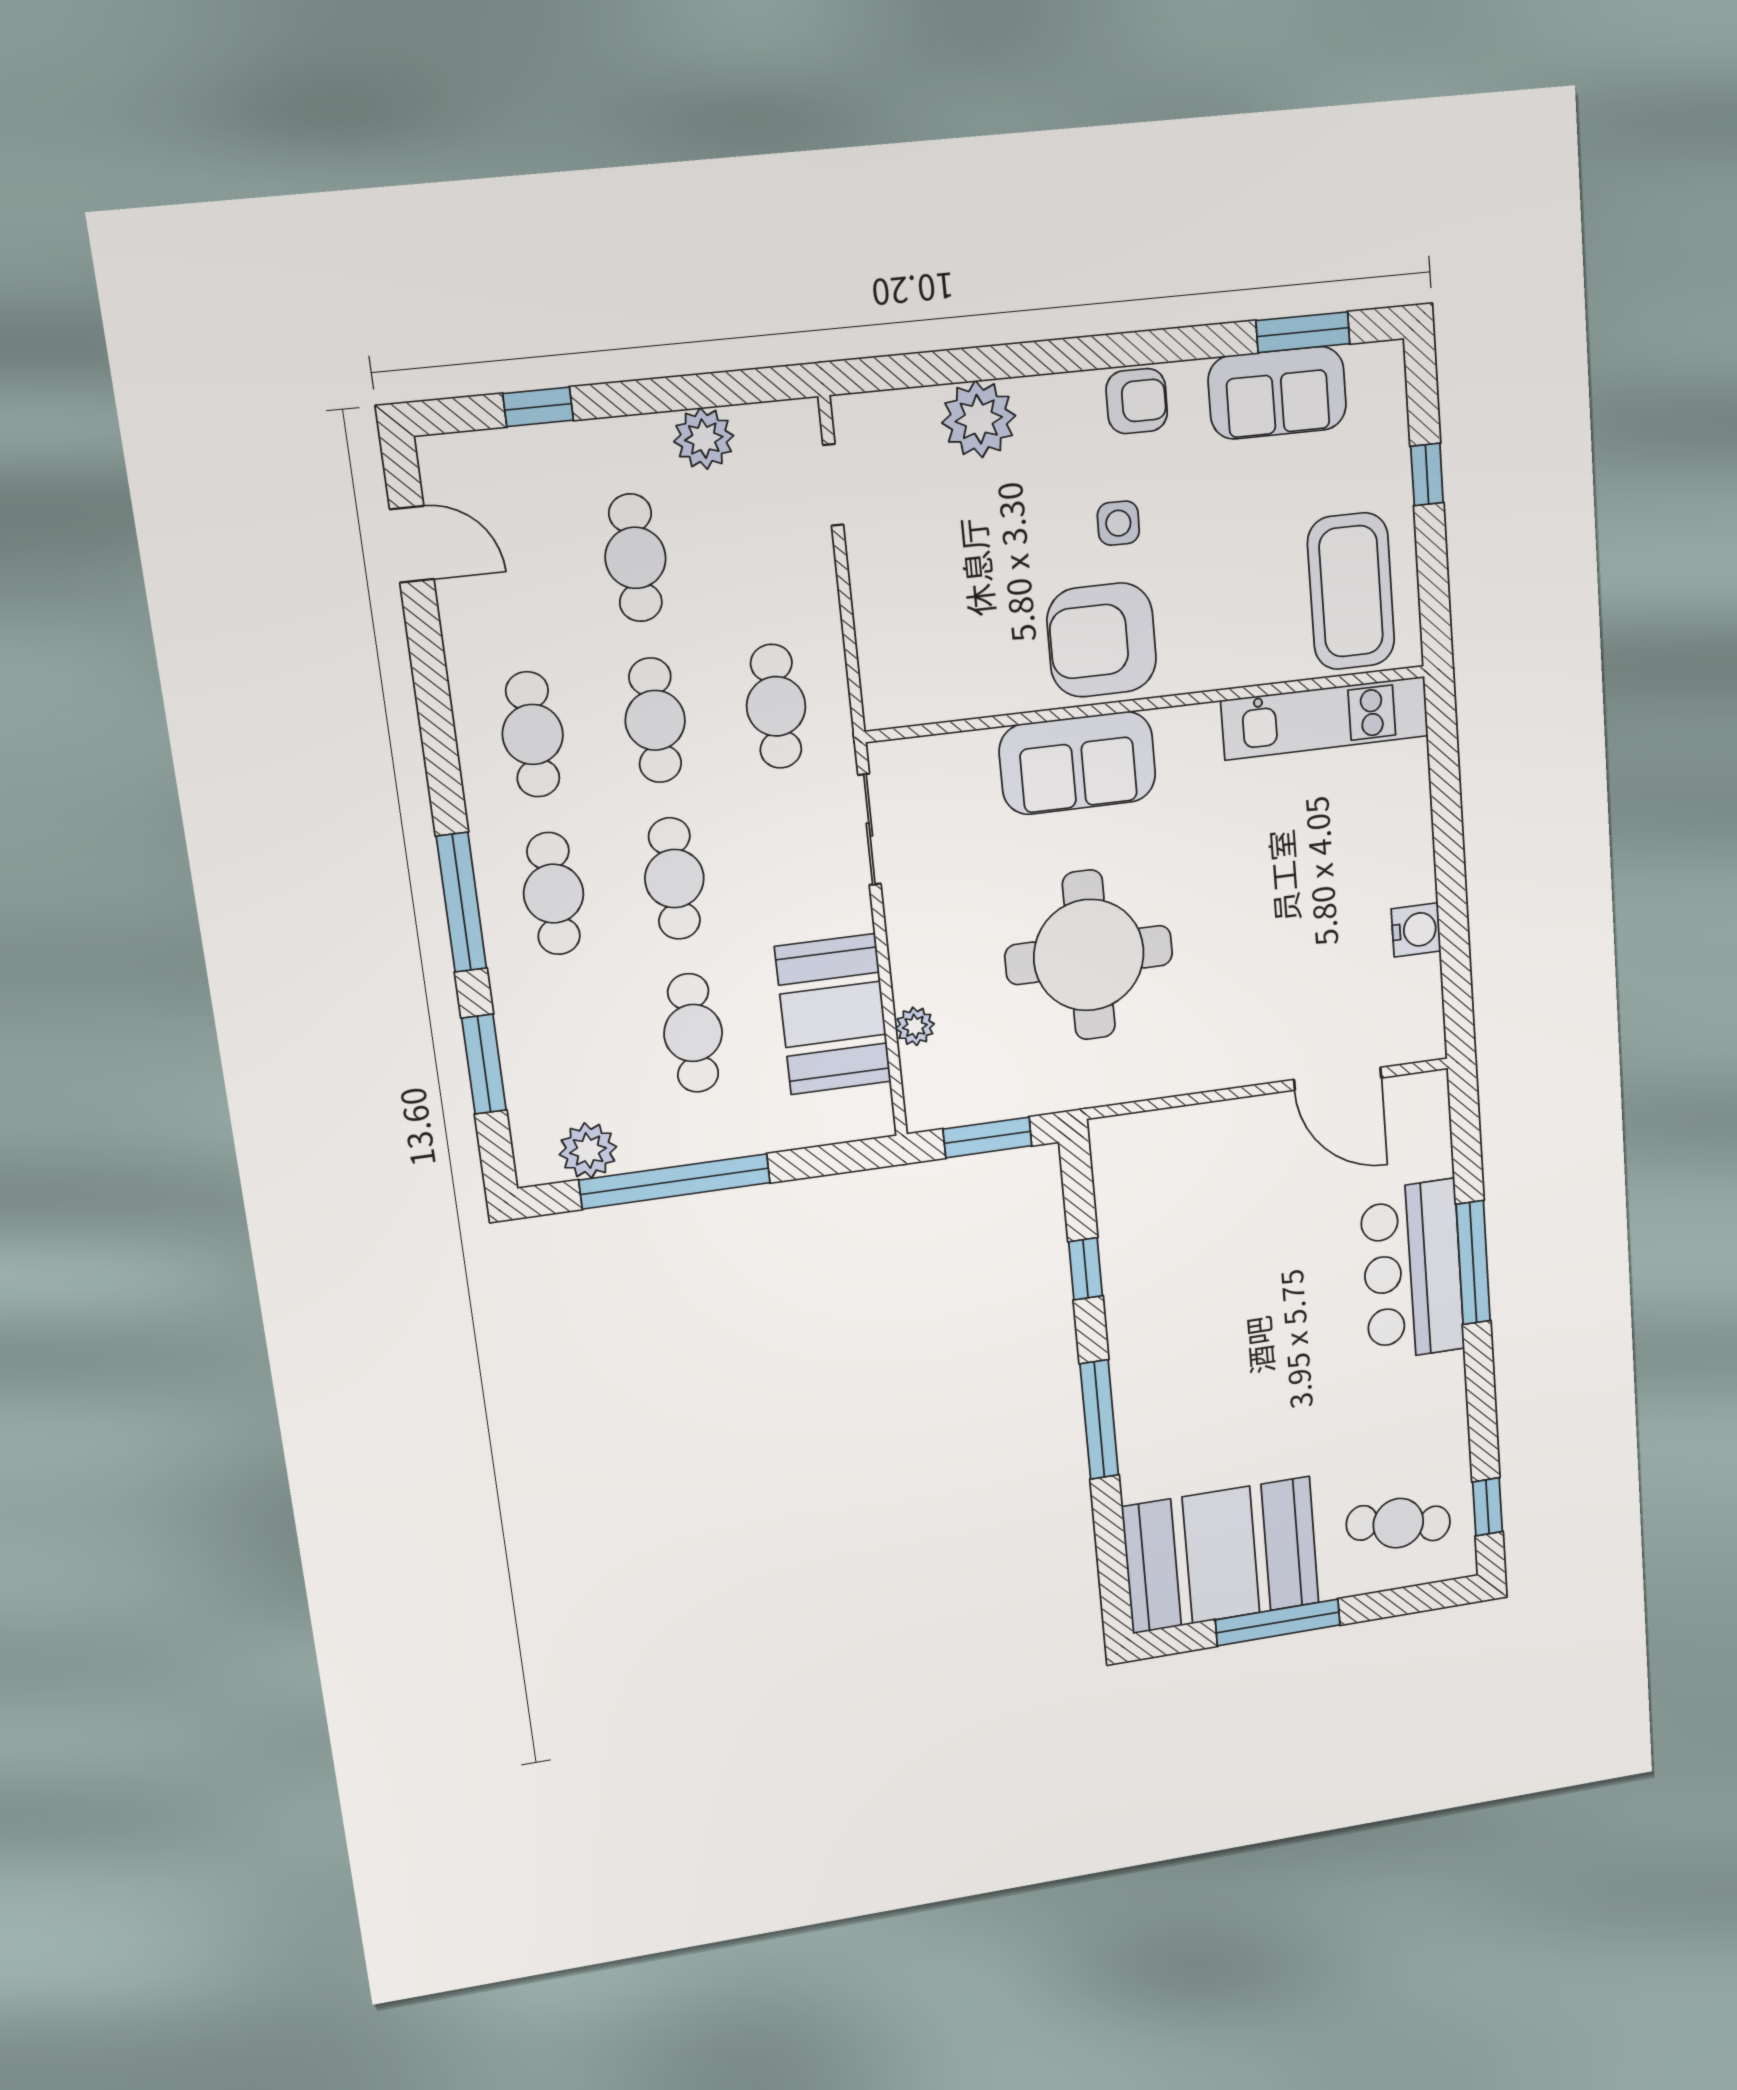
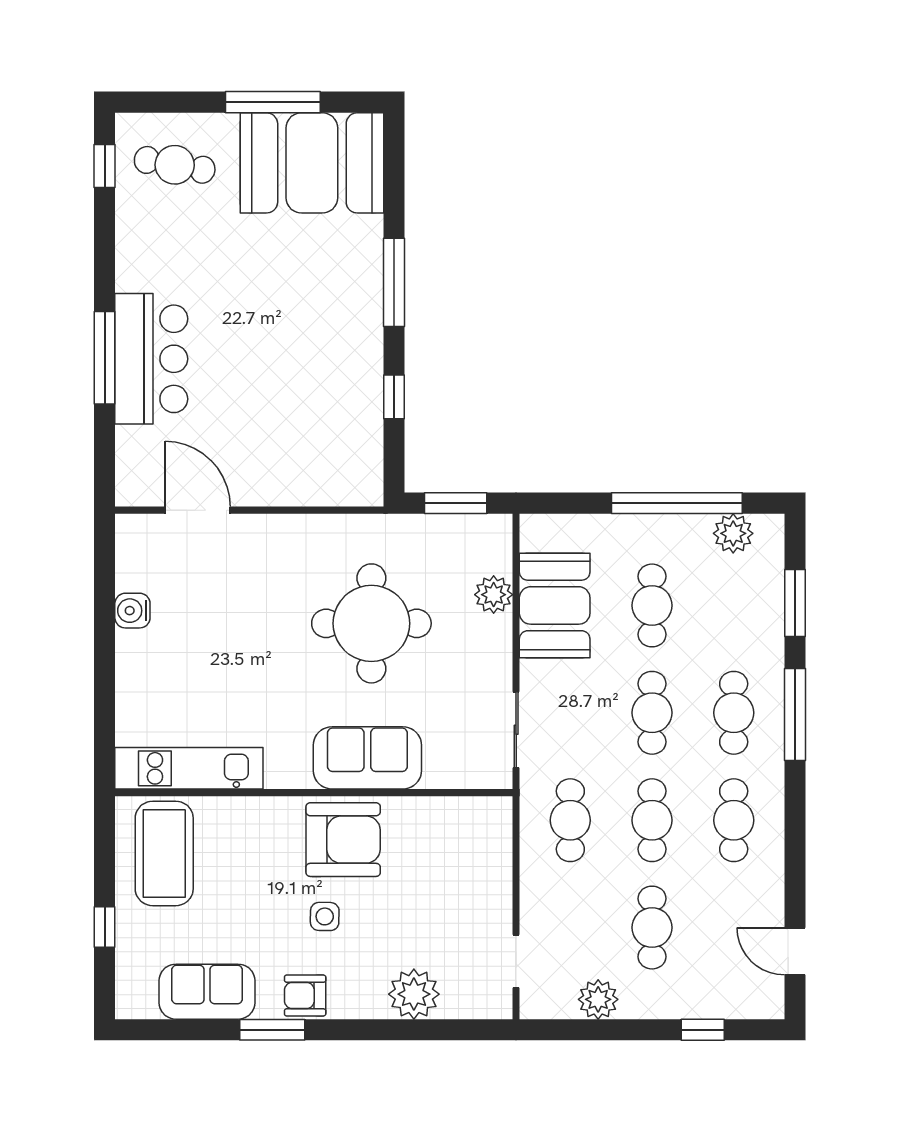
window: (1303, 332) -> (272, 1030), moved
plant: (915, 1026) -> (494, 595), width x1.38, depth x1.38

